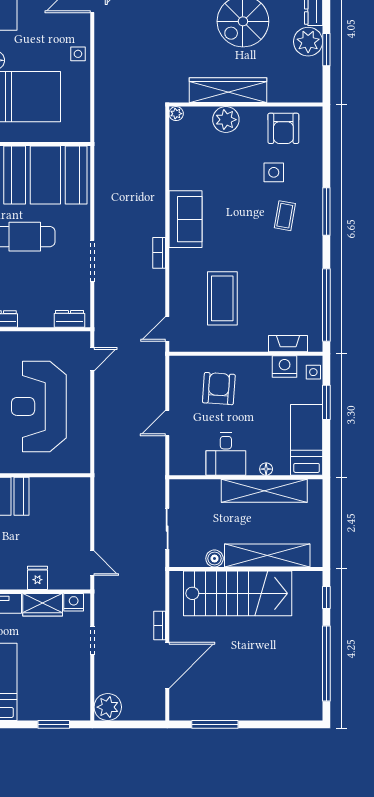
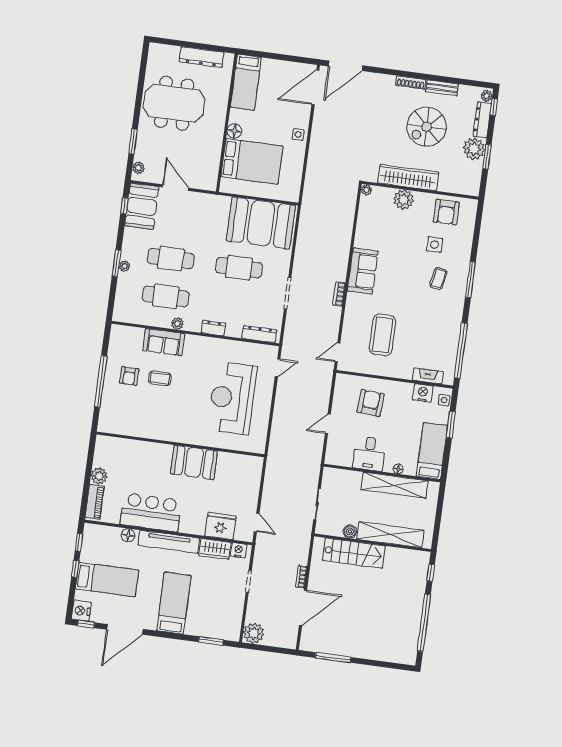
dresser: (70, 319) -> (259, 334), width x1.44
fridge: (37, 578) -> (221, 526), width x1.88, depth x1.34
stairs: (238, 593) -> (354, 553), width x0.73, depth x0.66

